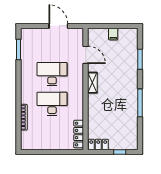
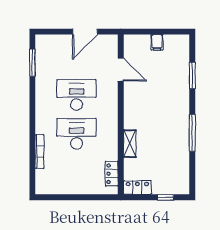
door: (58, 26) -> (85, 32), swing flipped
shelving: (92, 83) -> (130, 144), moved
locker: (79, 134) -> (112, 174), width x0.66

